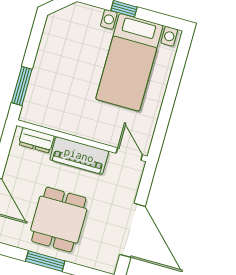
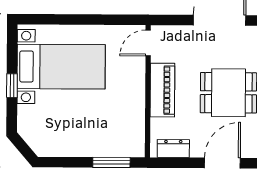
dresser: (36, 140) -> (173, 149), moved, turned -90

